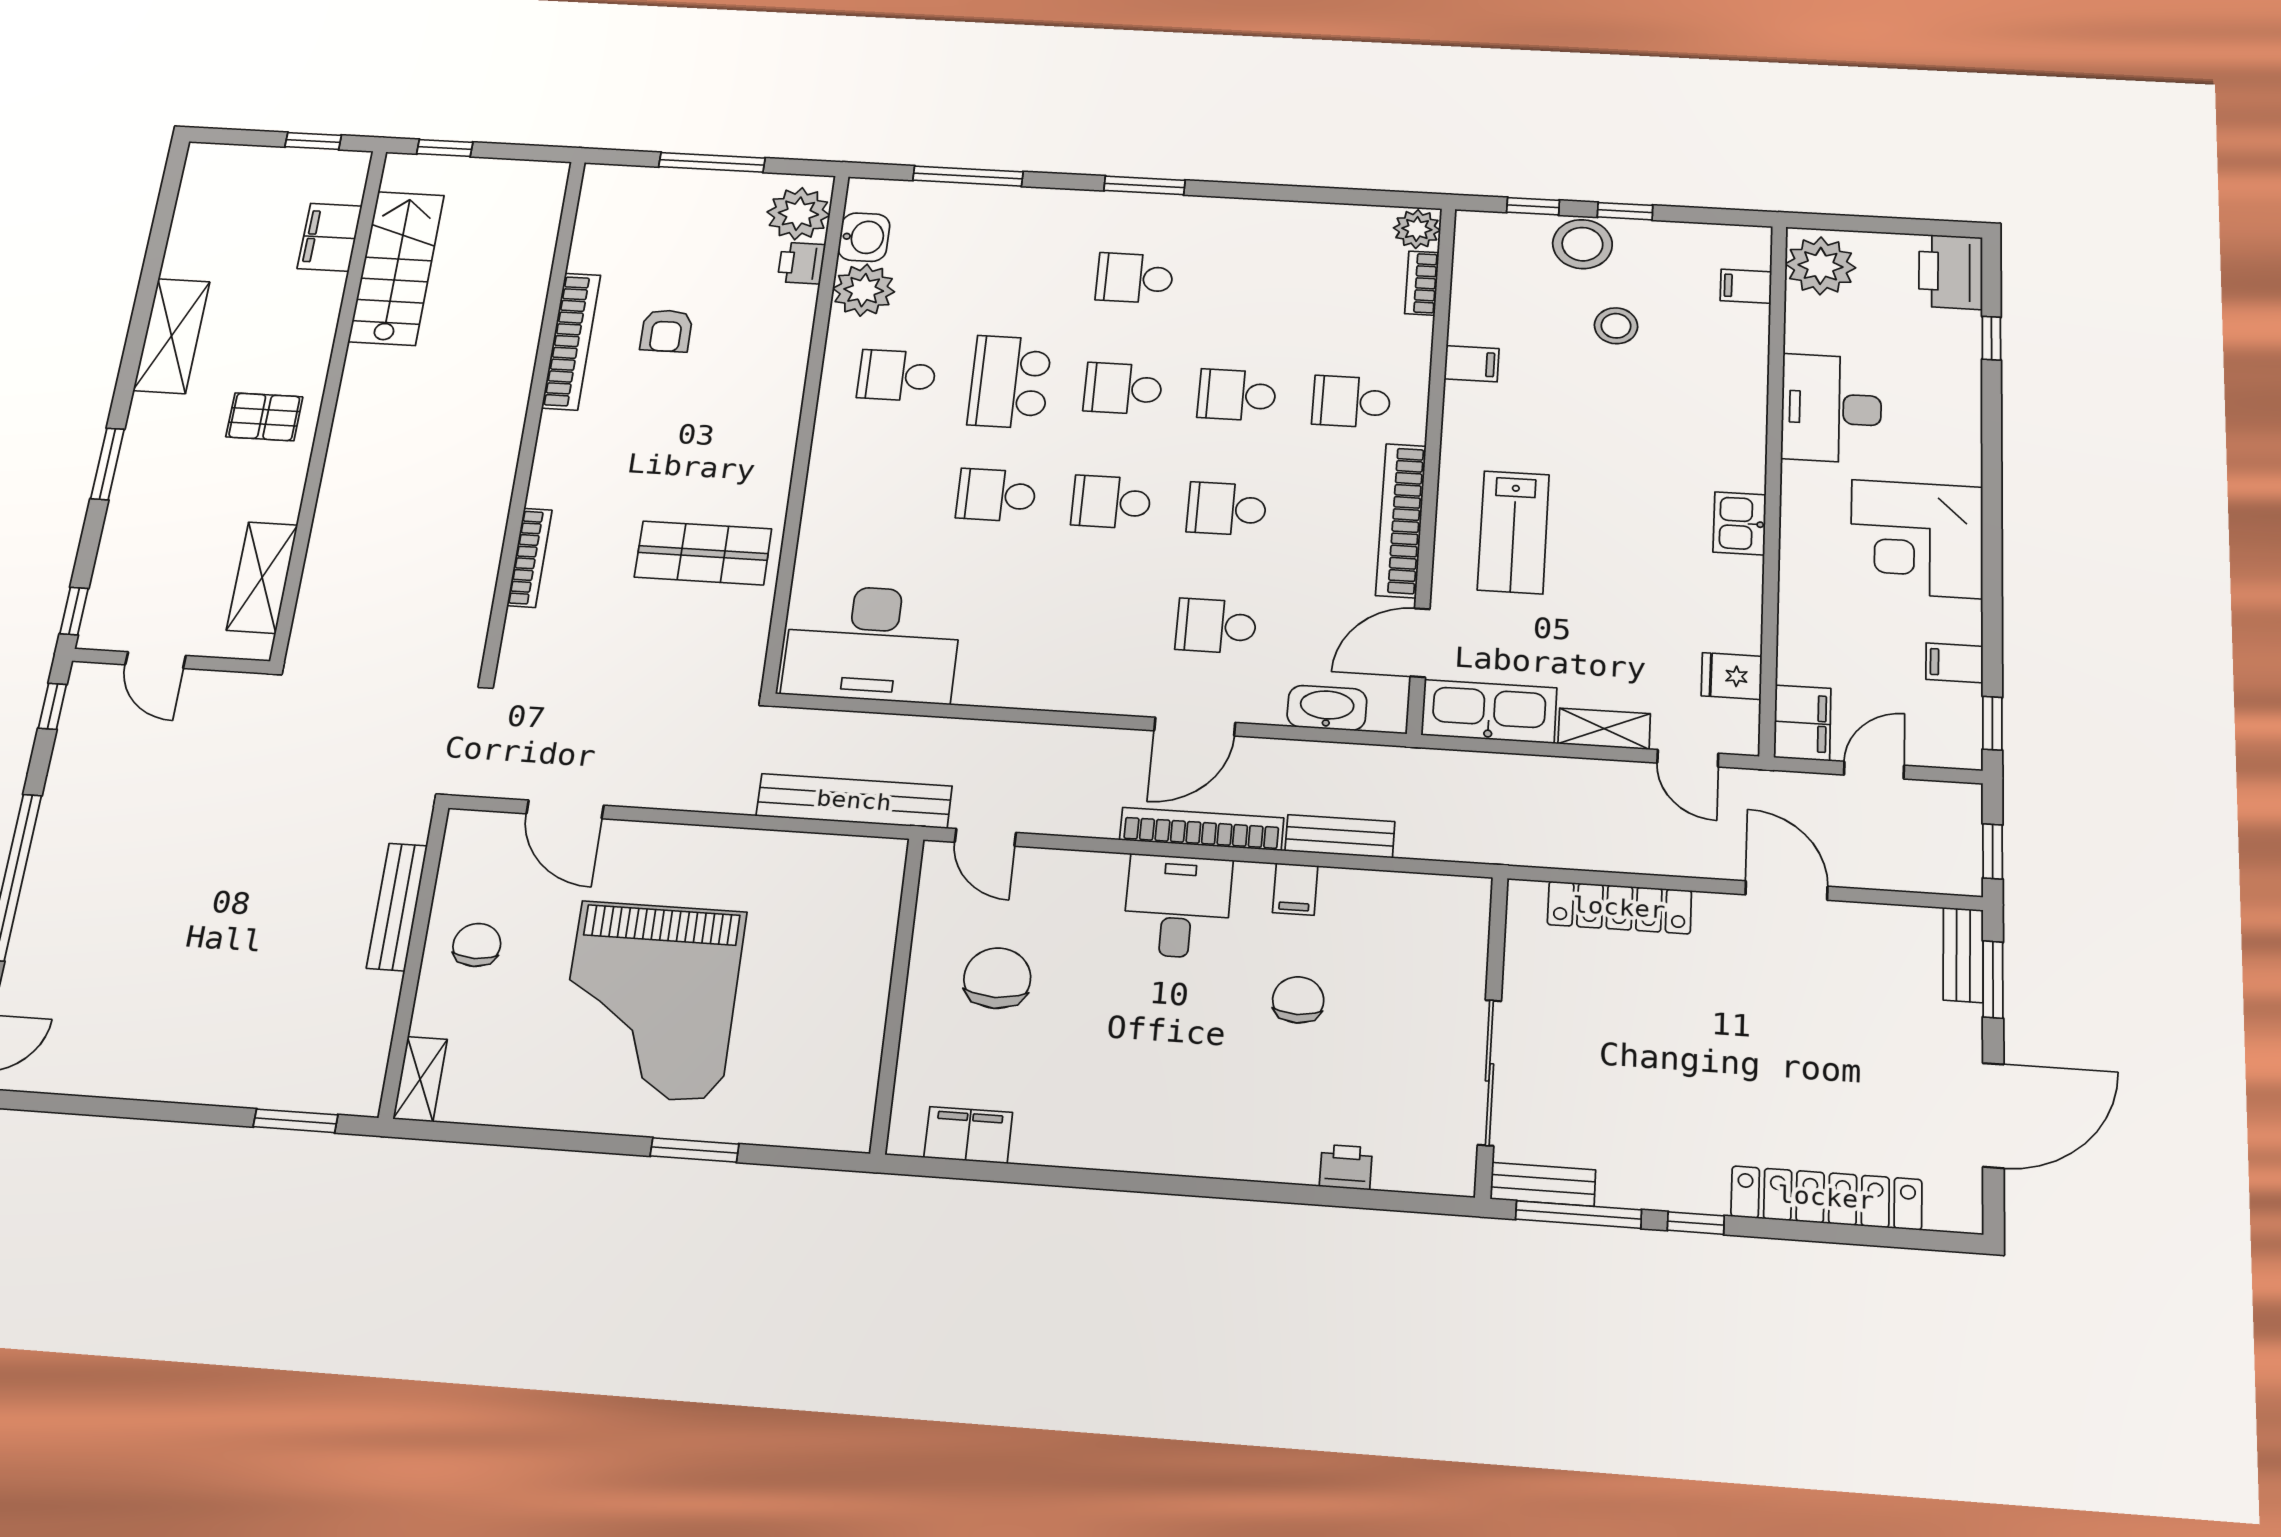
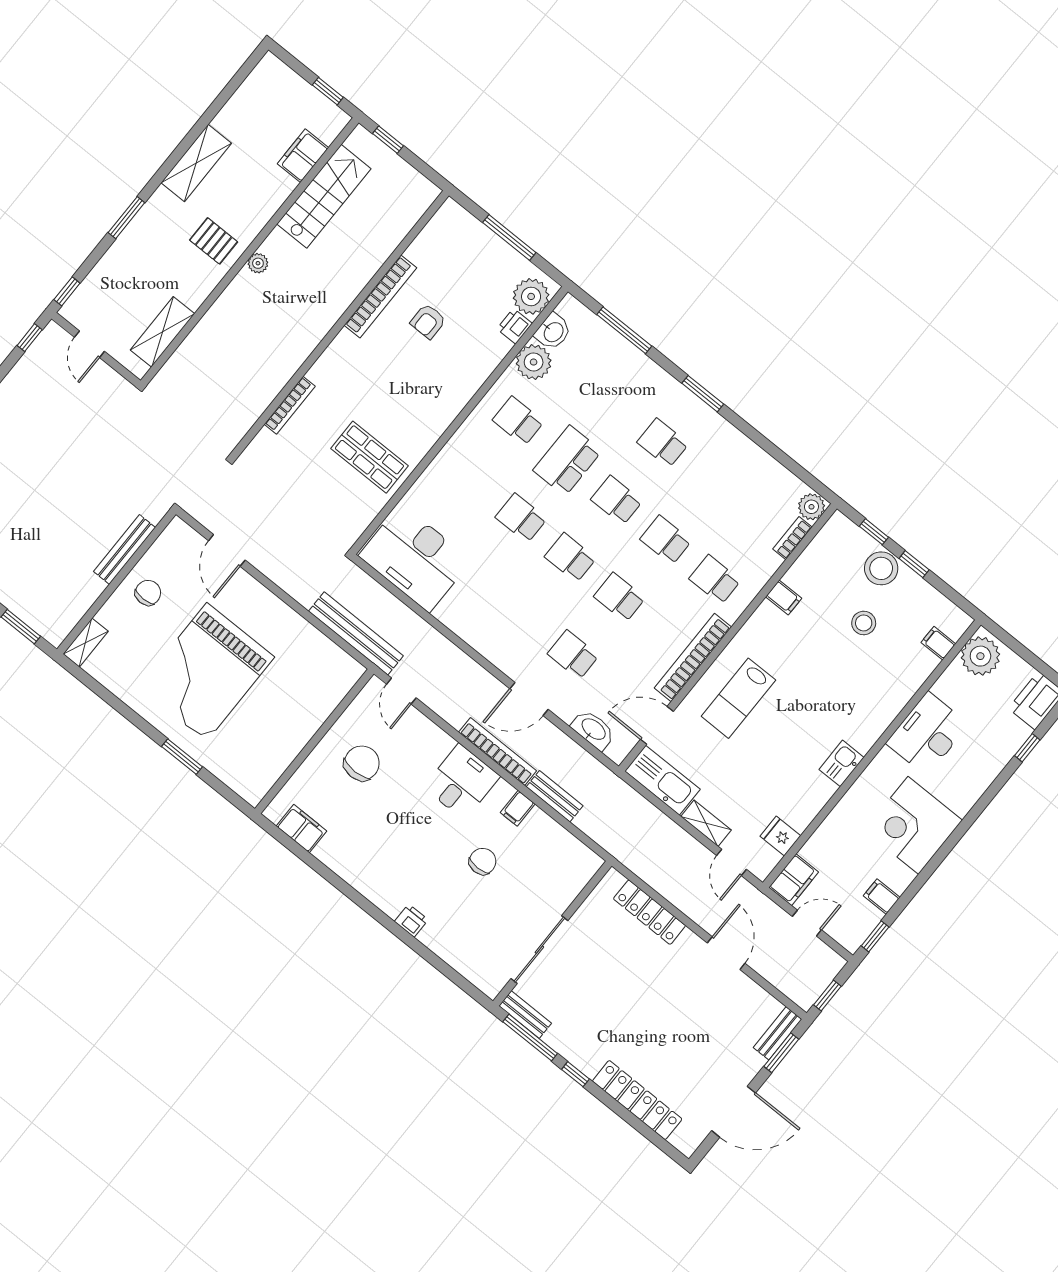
plant: (353, 406) -> (258, 263), added
printer: (1346, 1167) -> (411, 921), moved

